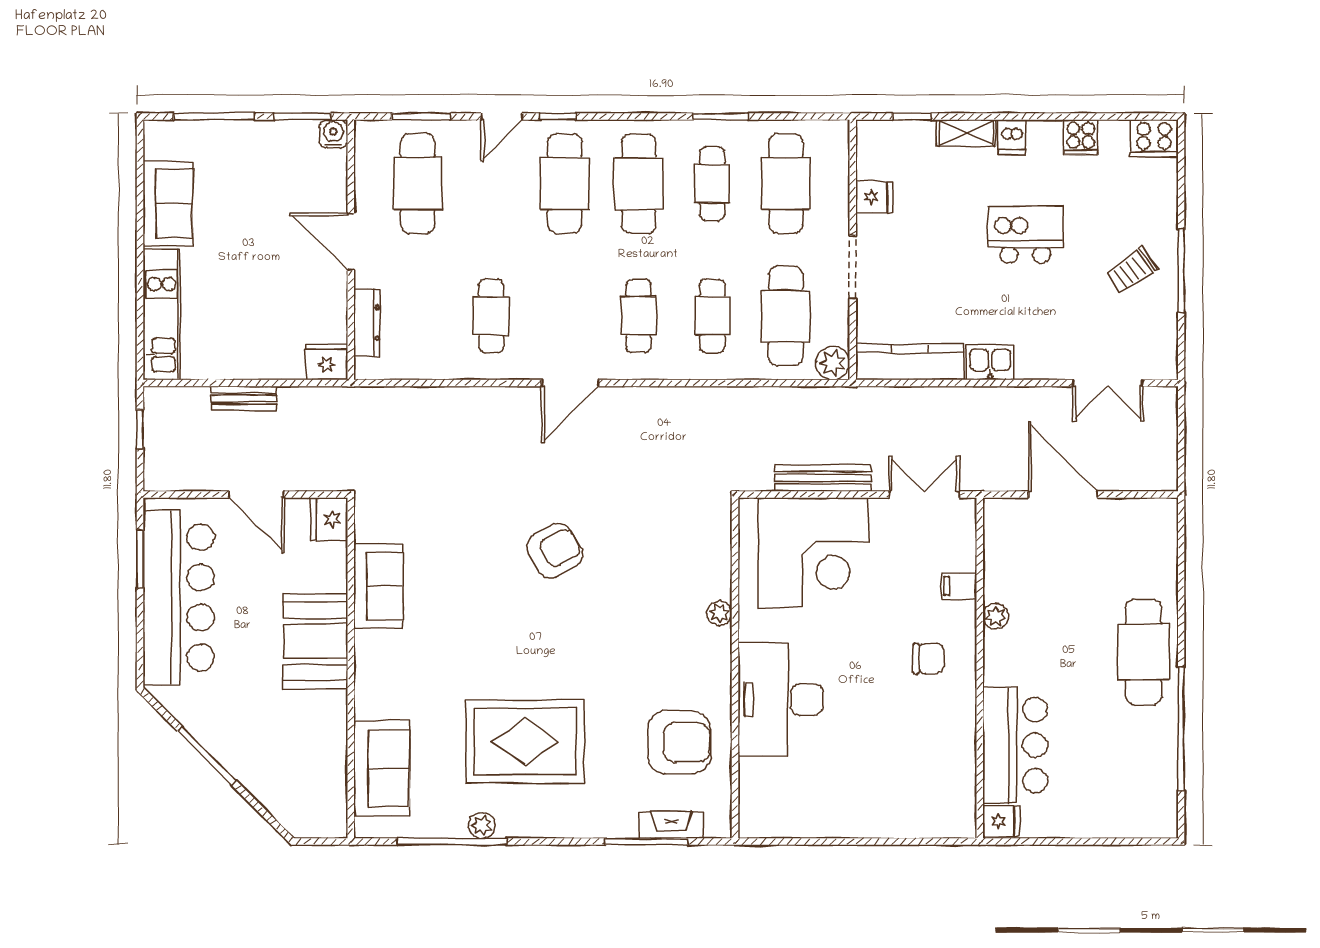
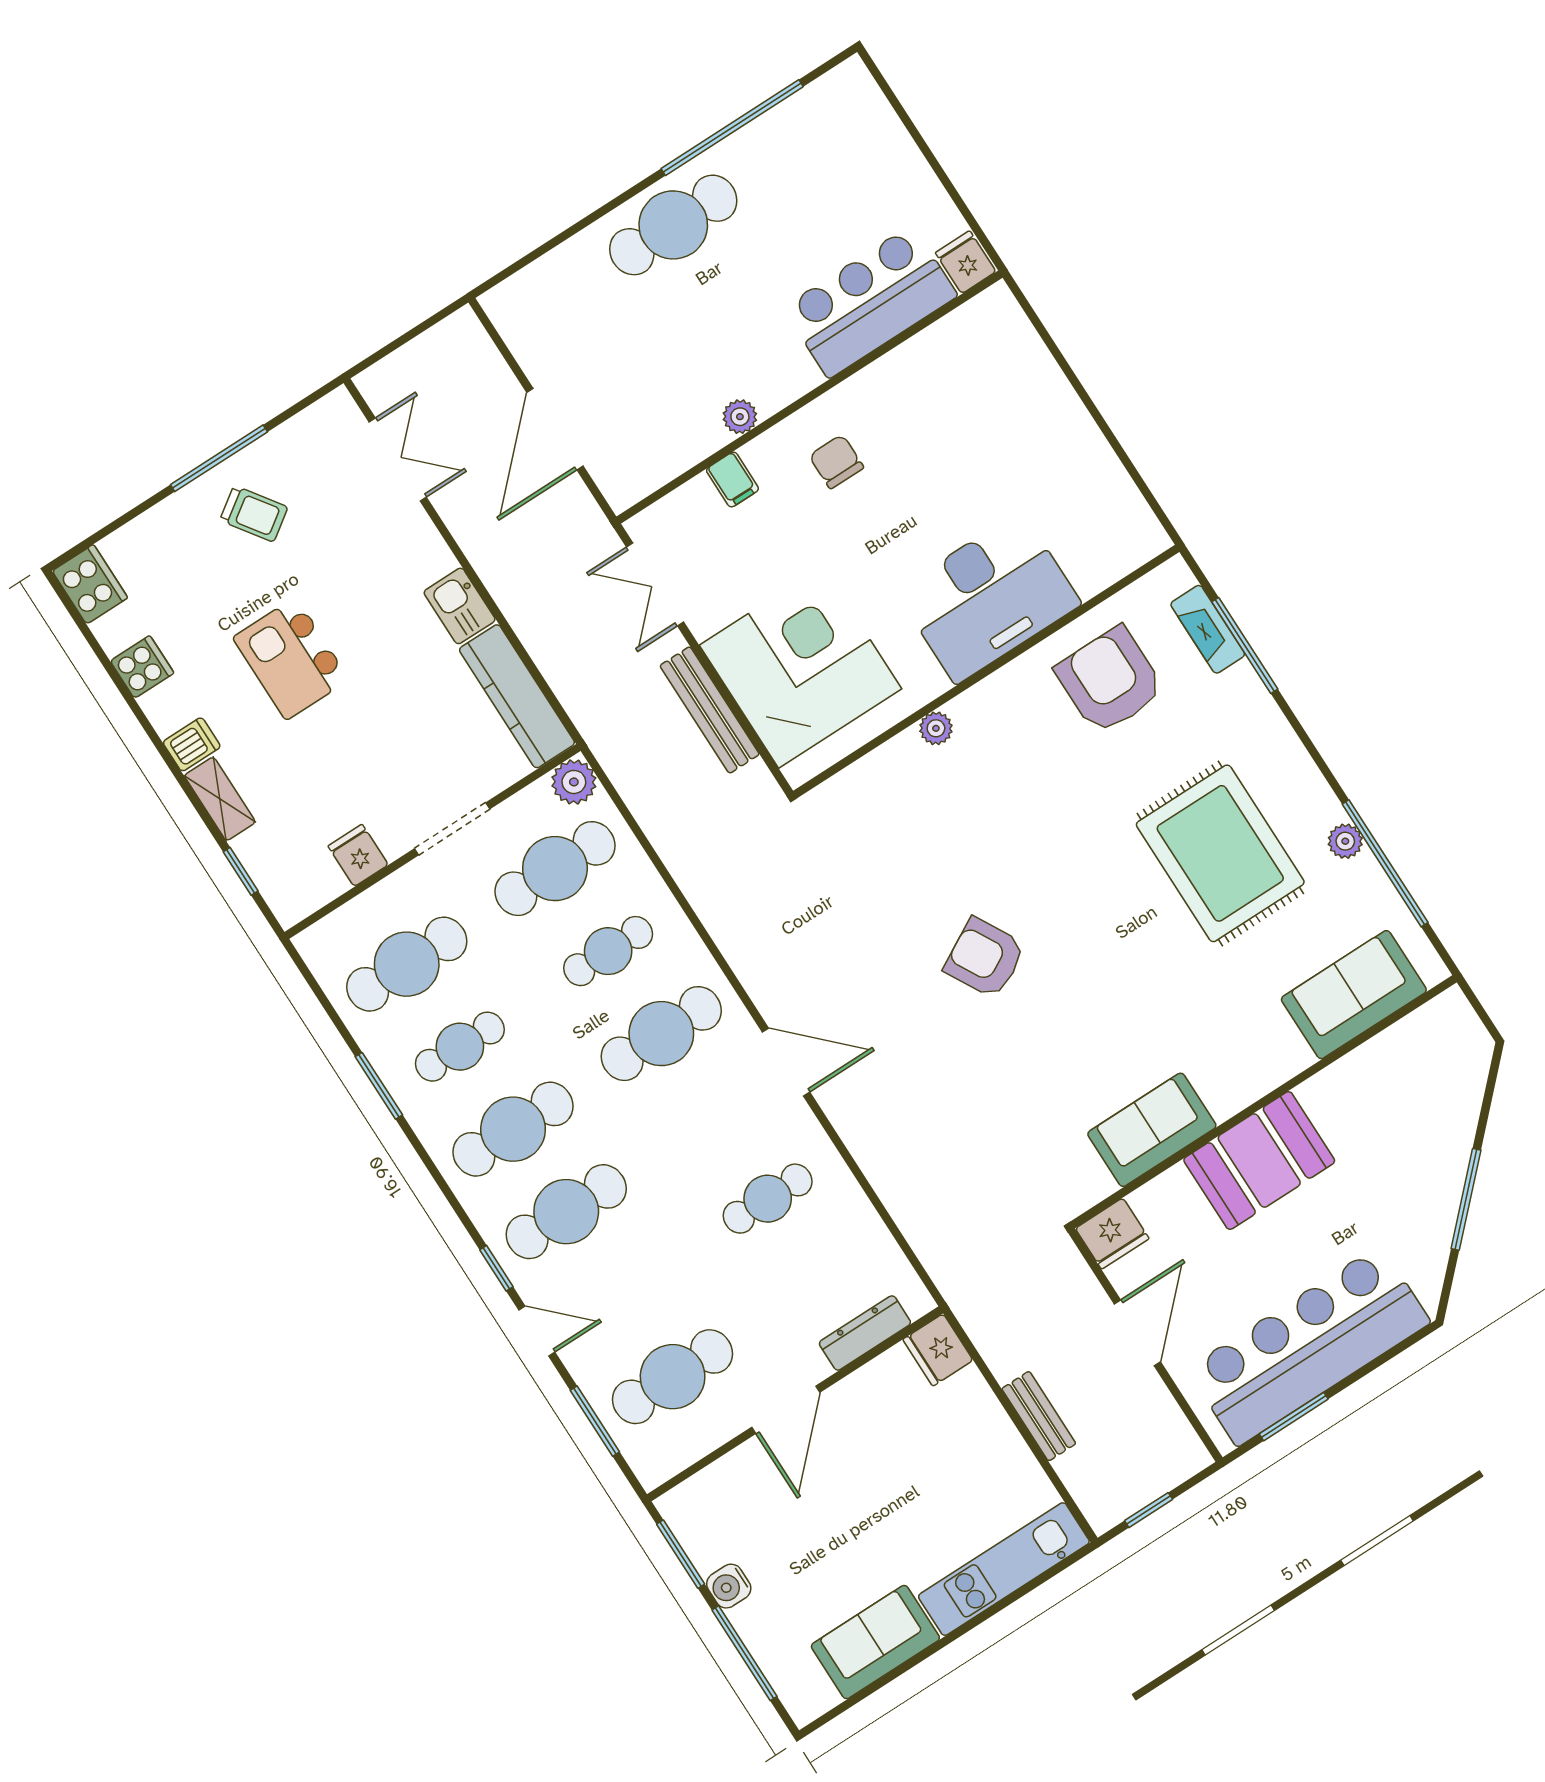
water cooler: (333, 134) -> (729, 1586), moved
cafe table: (639, 316) -> (661, 1034), width x1.37, depth x1.35

